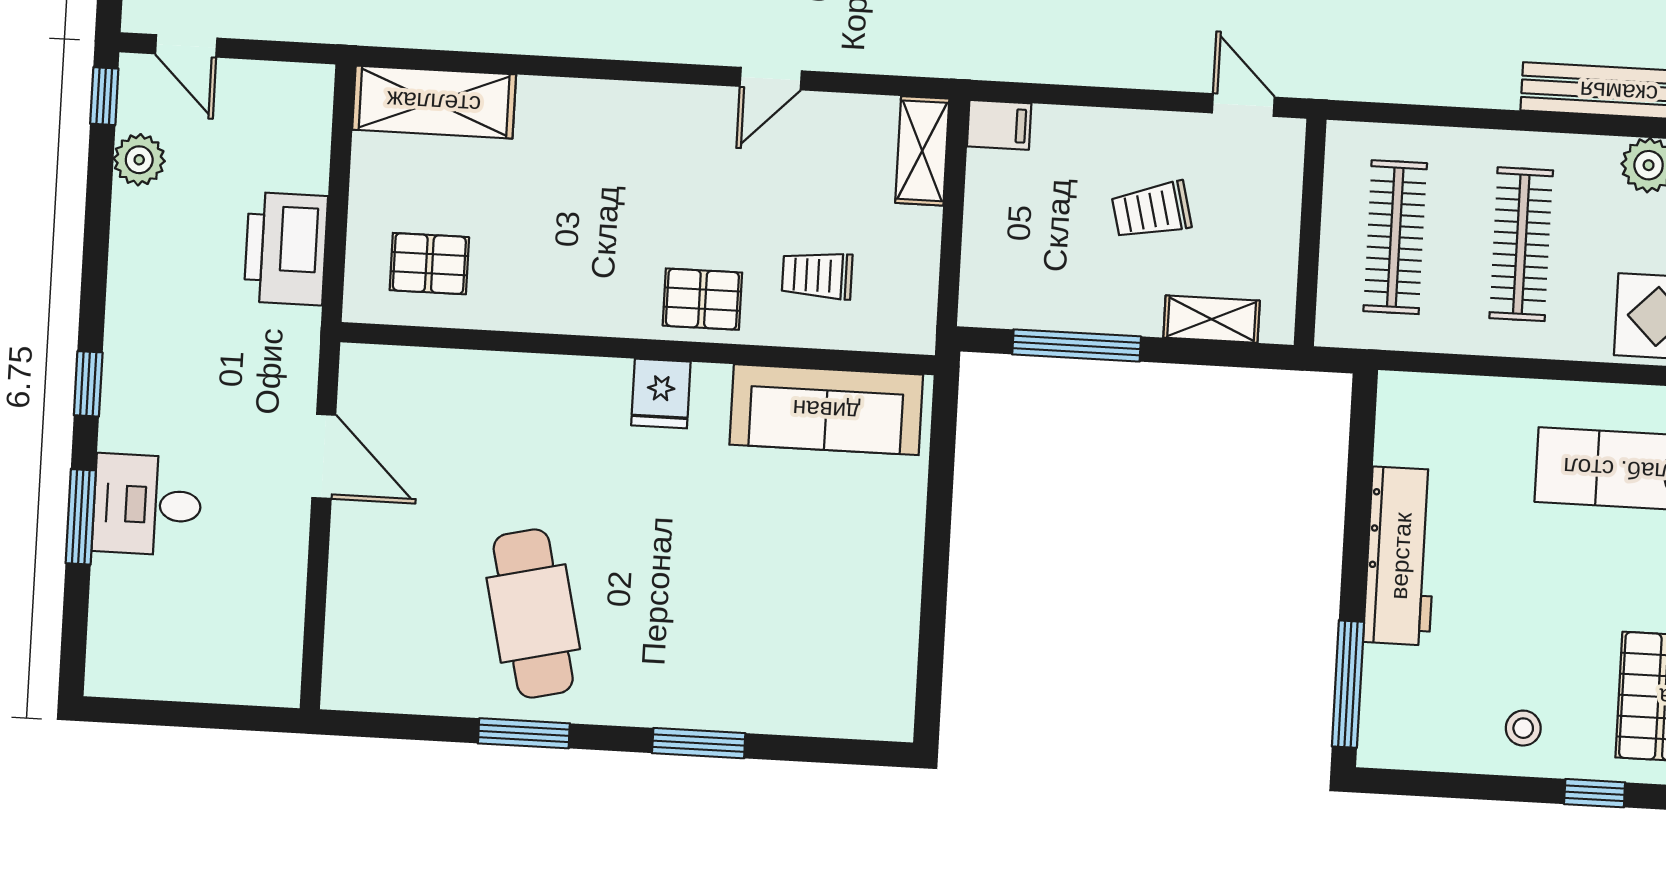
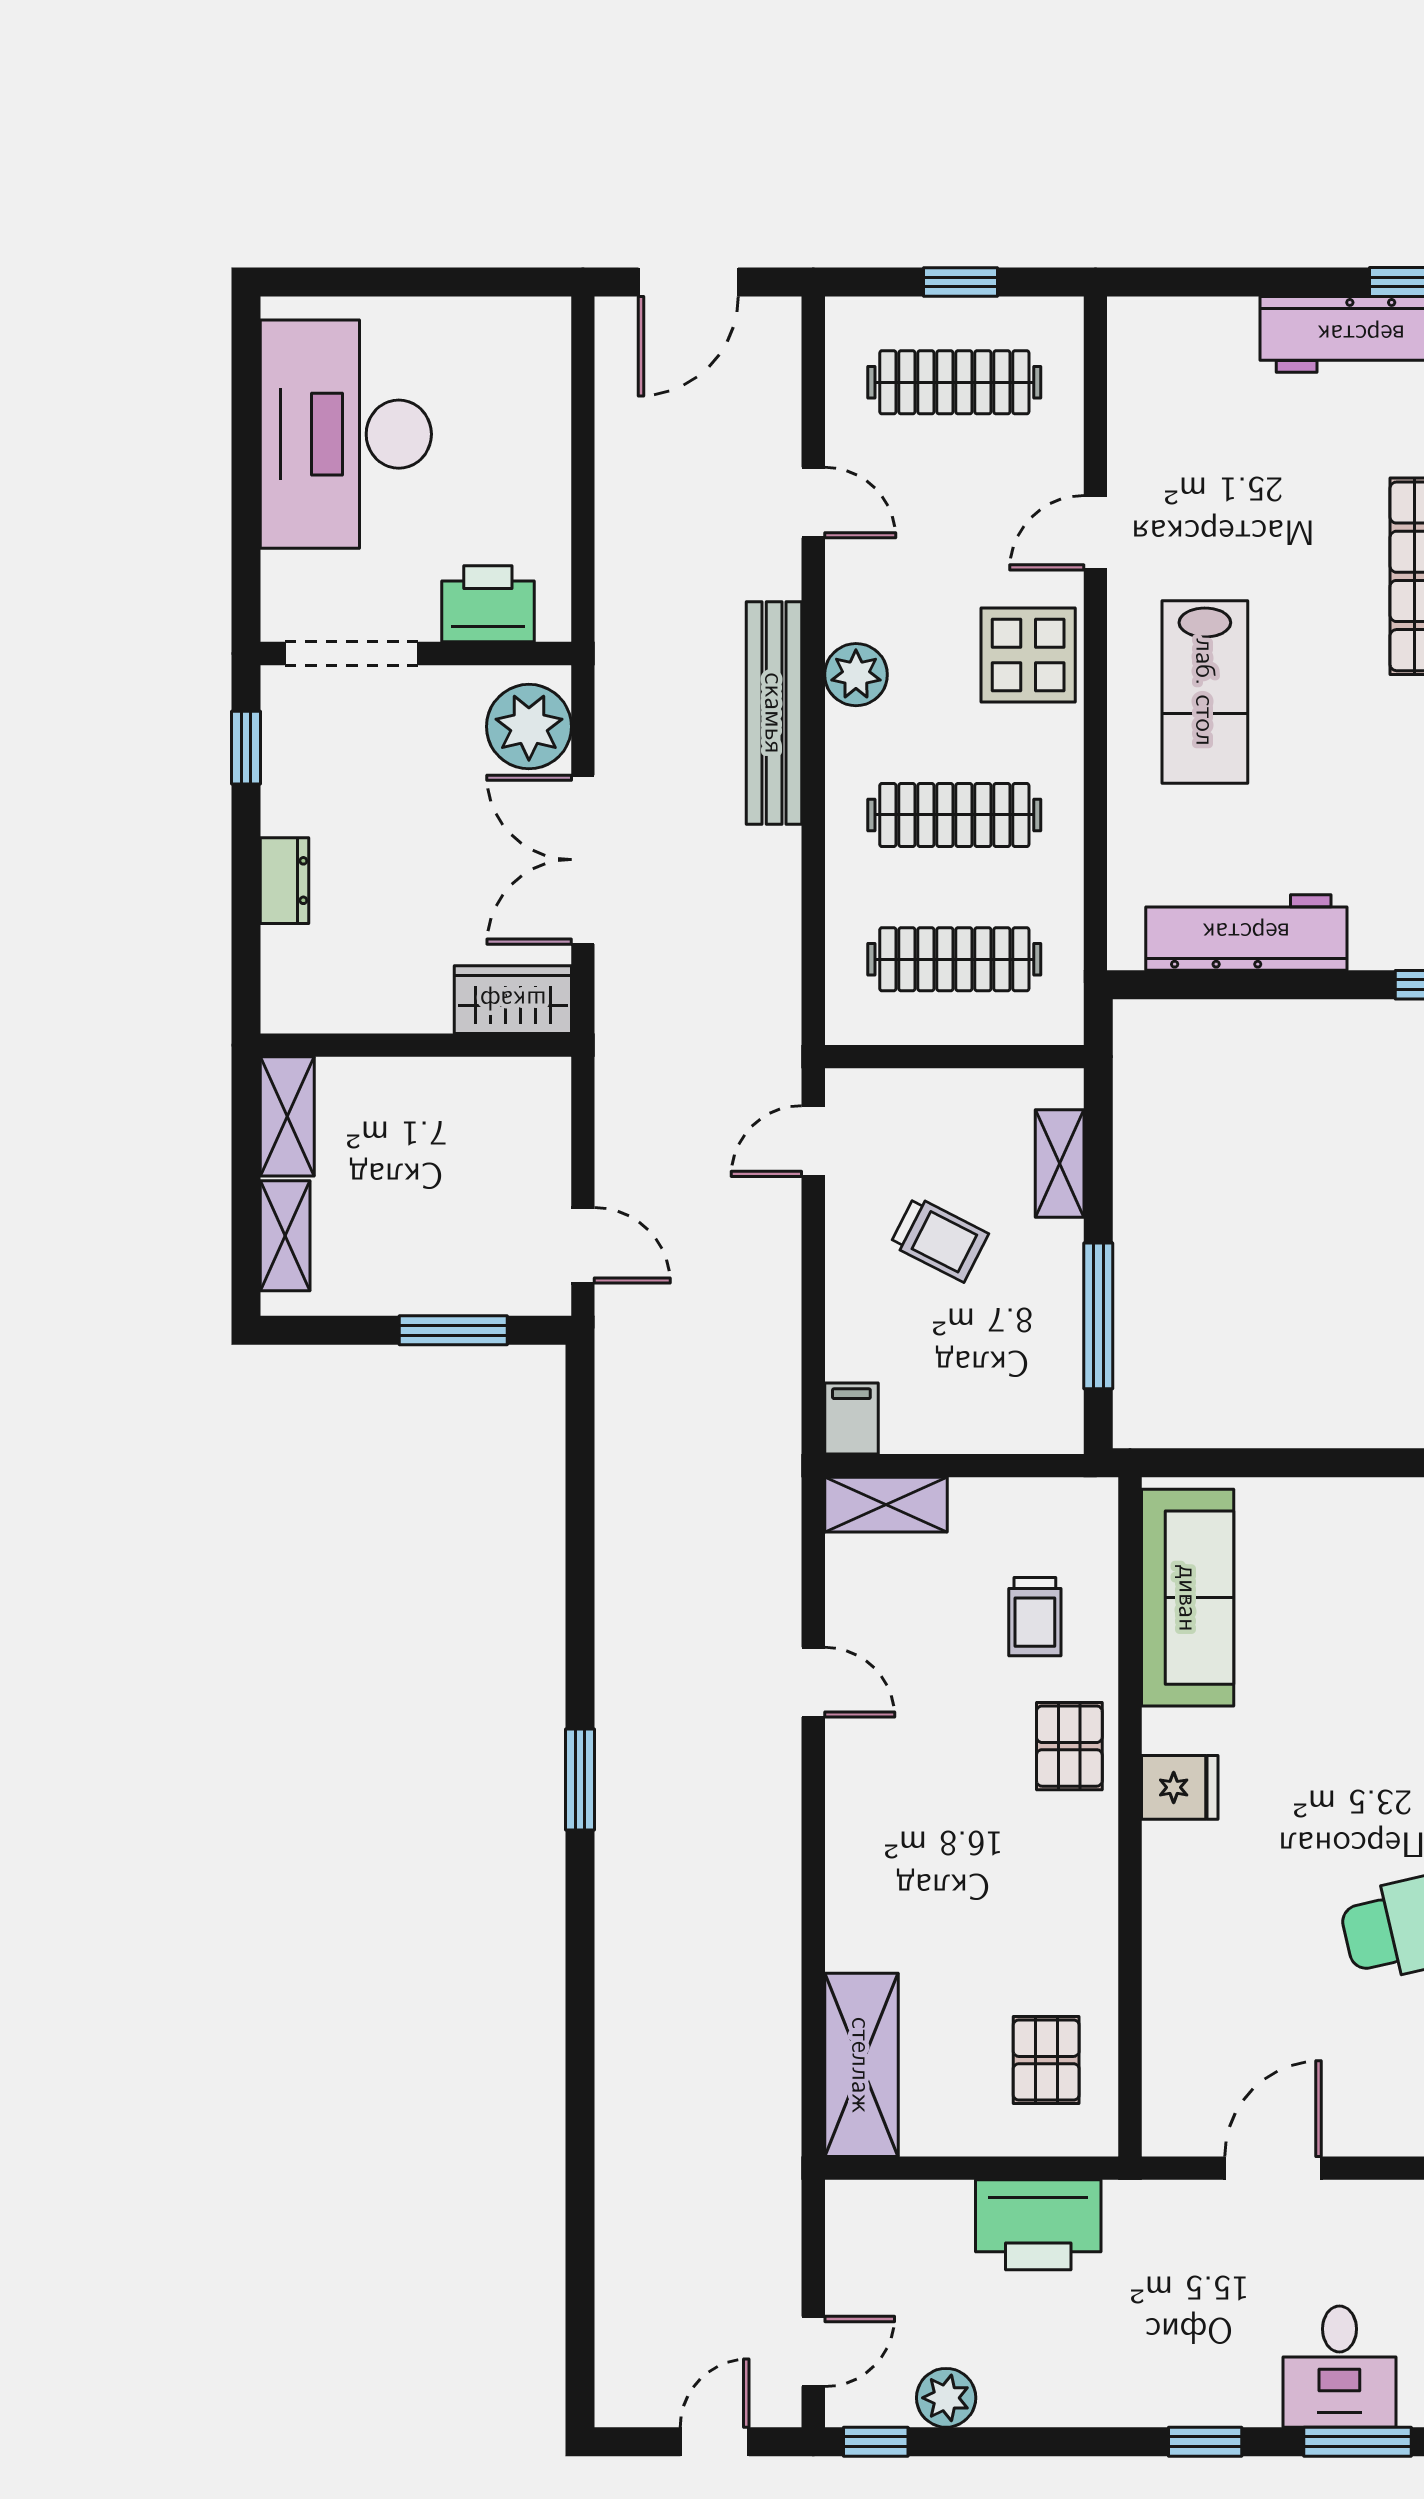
trolley: (1151, 210) -> (939, 1239), turned -49
workbench: (1401, 556) -> (1246, 932), moved

